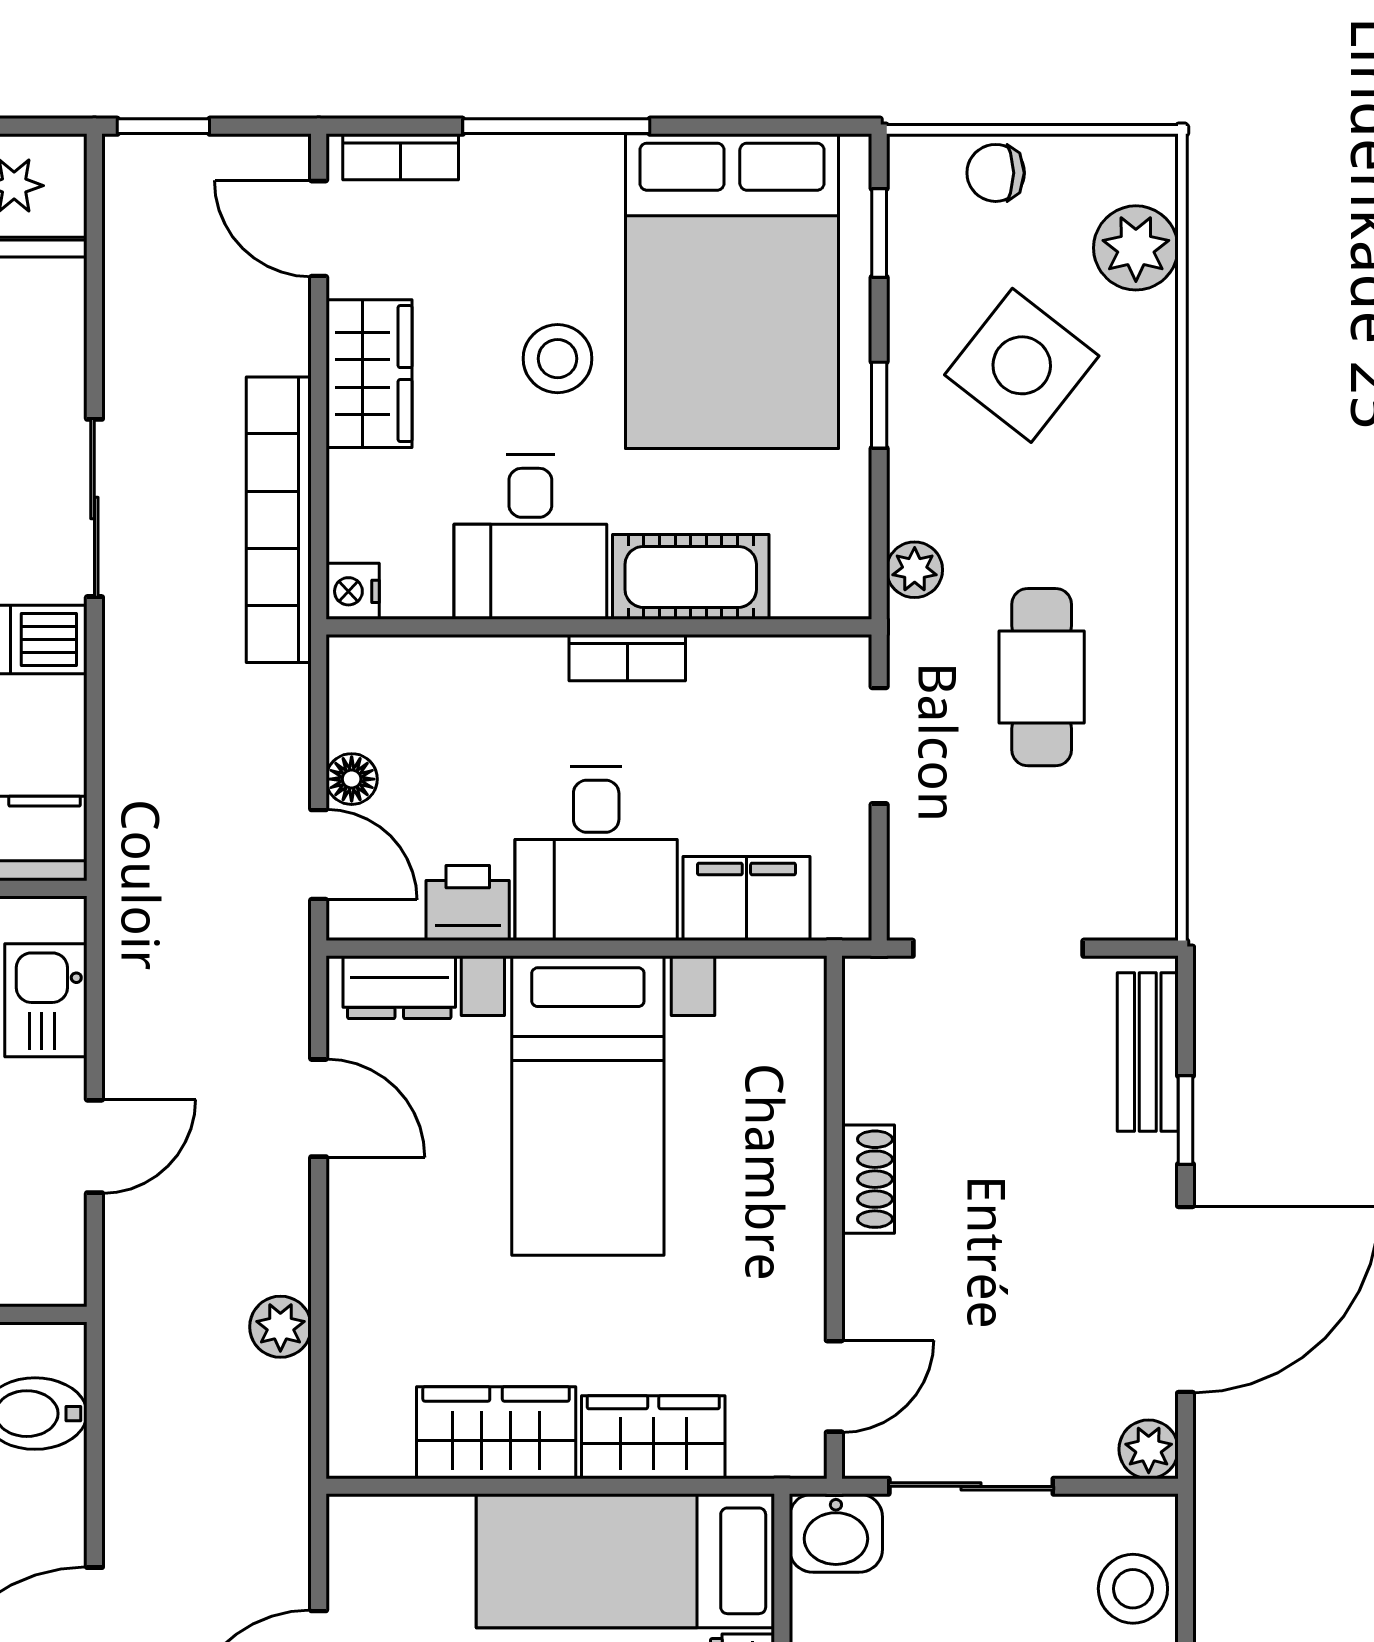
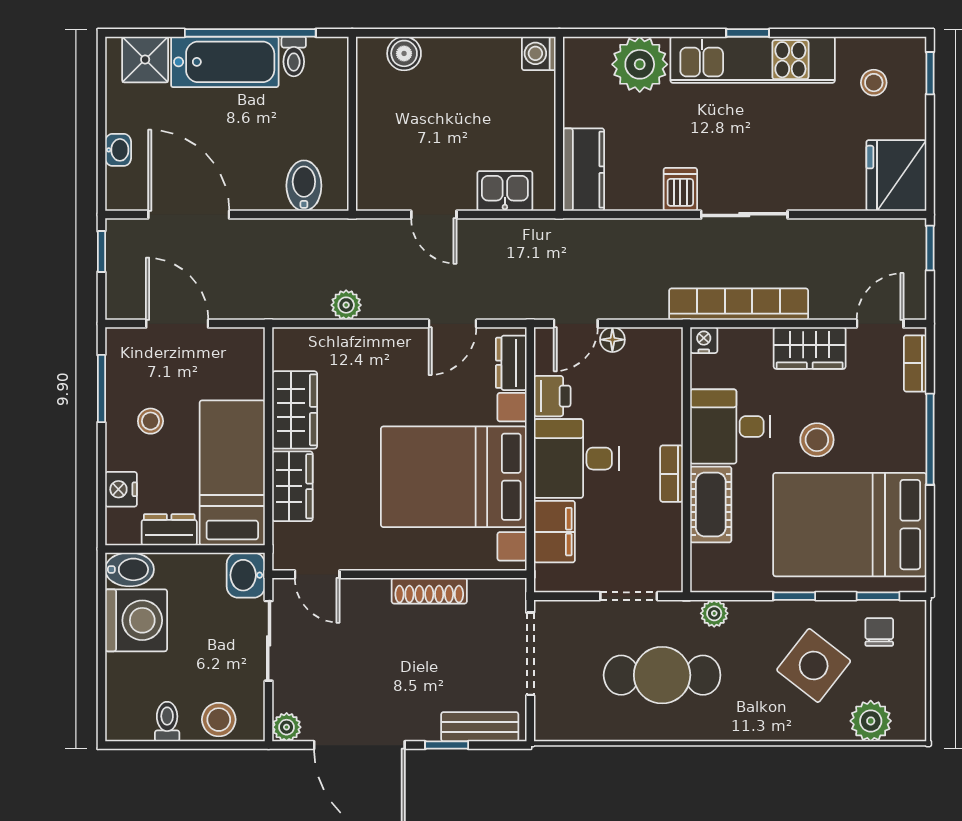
chair: (996, 173) -> (879, 632), moved
cafe table: (1042, 677) -> (662, 675), width x1.37, depth x1.35
bed with nightstands: (588, 1106) -> (454, 477), width x1.36
shoe rack: (868, 1179) -> (429, 591), width x1.43

